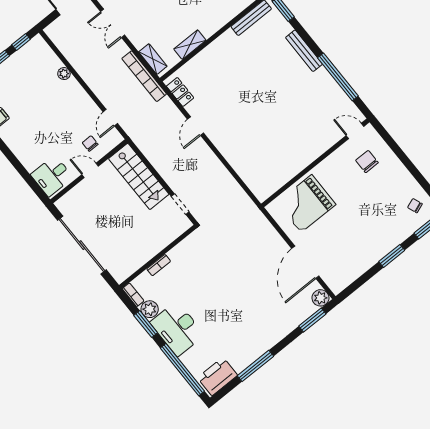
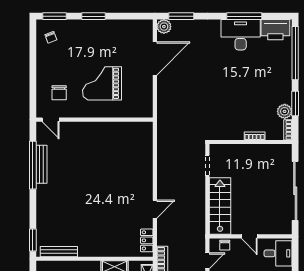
bench: (304, 51) -> (41, 164), moved
chair: (90, 144) -> (225, 245), moved
grand piano: (306, 204) -> (102, 83), moved, turned 180
desk: (177, 329) -> (241, 35), moved, turned -90

